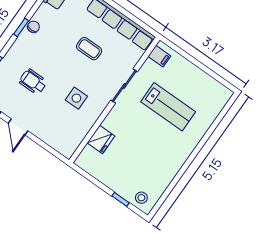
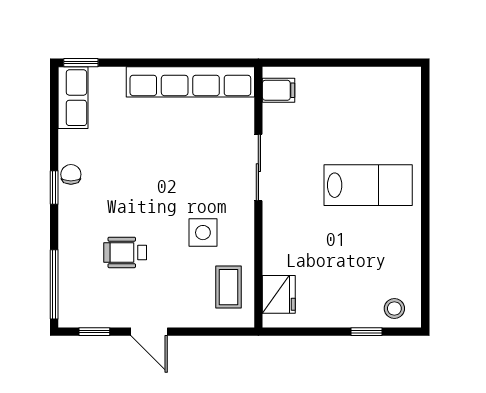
coffee table: (89, 49) -> (229, 287), moved, turned 90
lab bench: (168, 107) -> (368, 185), moved
fridge: (101, 139) -> (279, 294), moved

